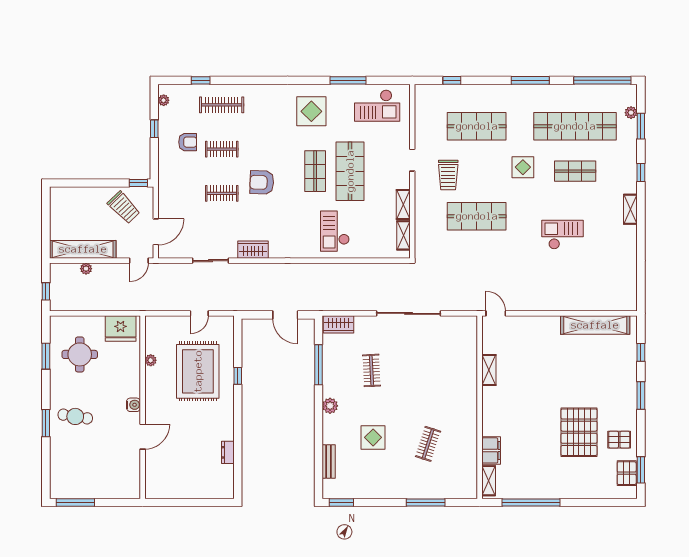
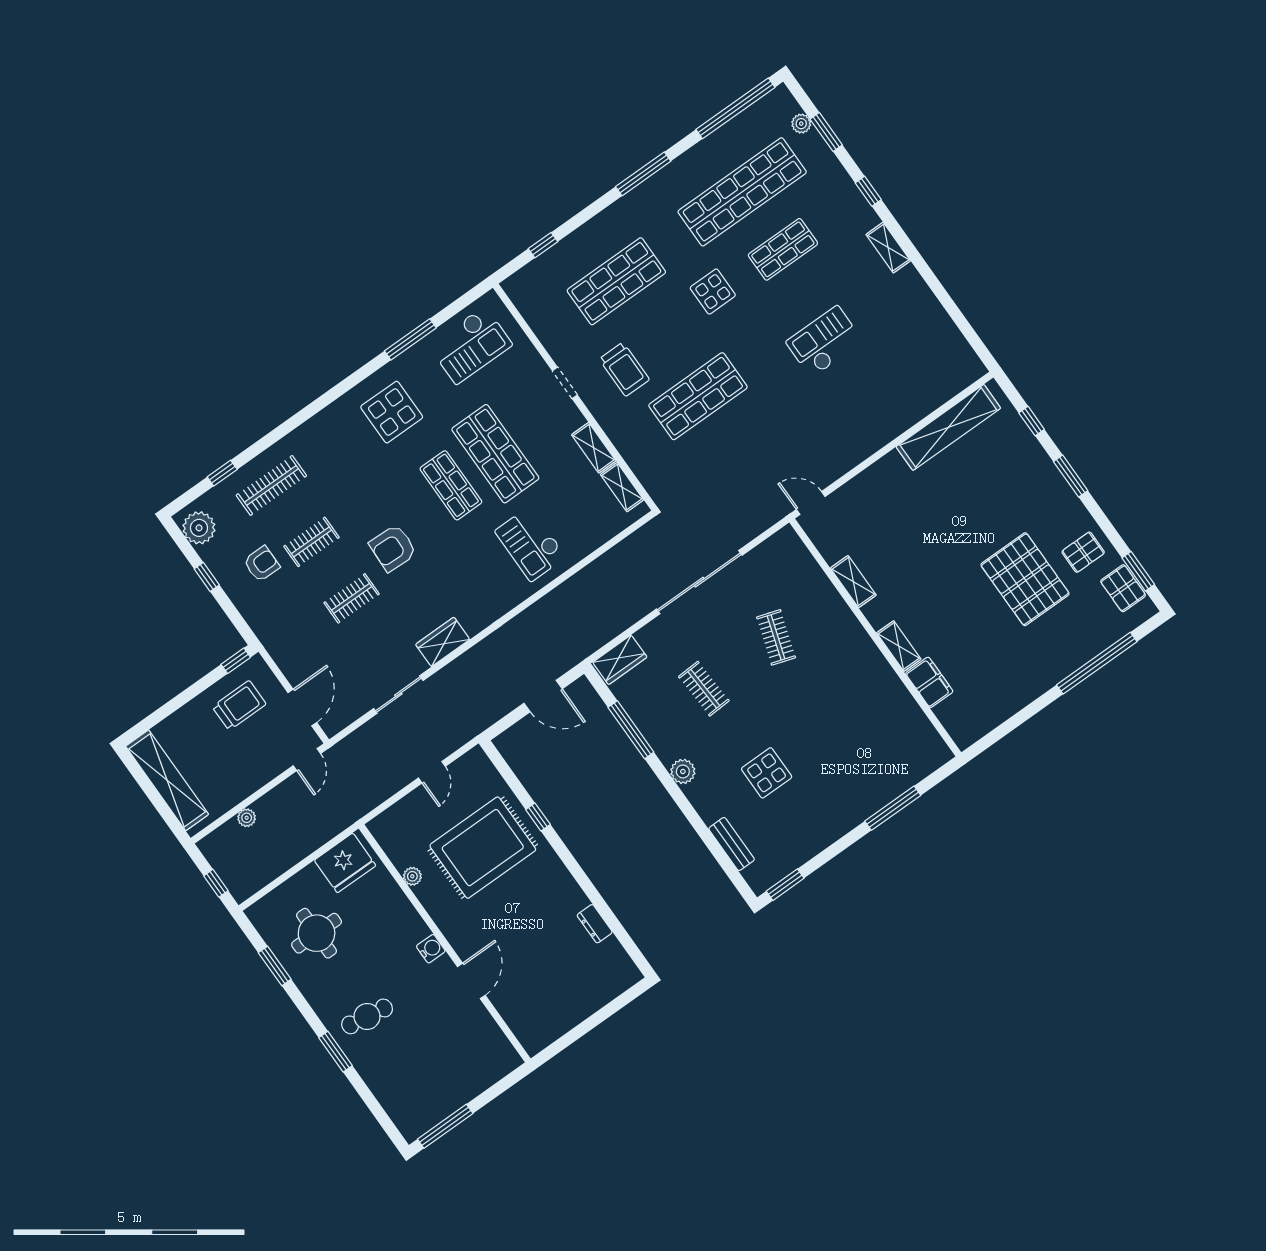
plant: (164, 100) -> (199, 528), width x1.88, depth x1.88
trolley: (124, 207) -> (239, 705), turned -46
shelving: (83, 249) -> (167, 780), moved, turned 90
rug: (198, 371) -> (483, 848), turned 90
clothes rail: (428, 444) -> (776, 637), moved
shelving: (489, 481) -> (899, 646), moved
window: (531, 502) -> (1097, 663), moved

